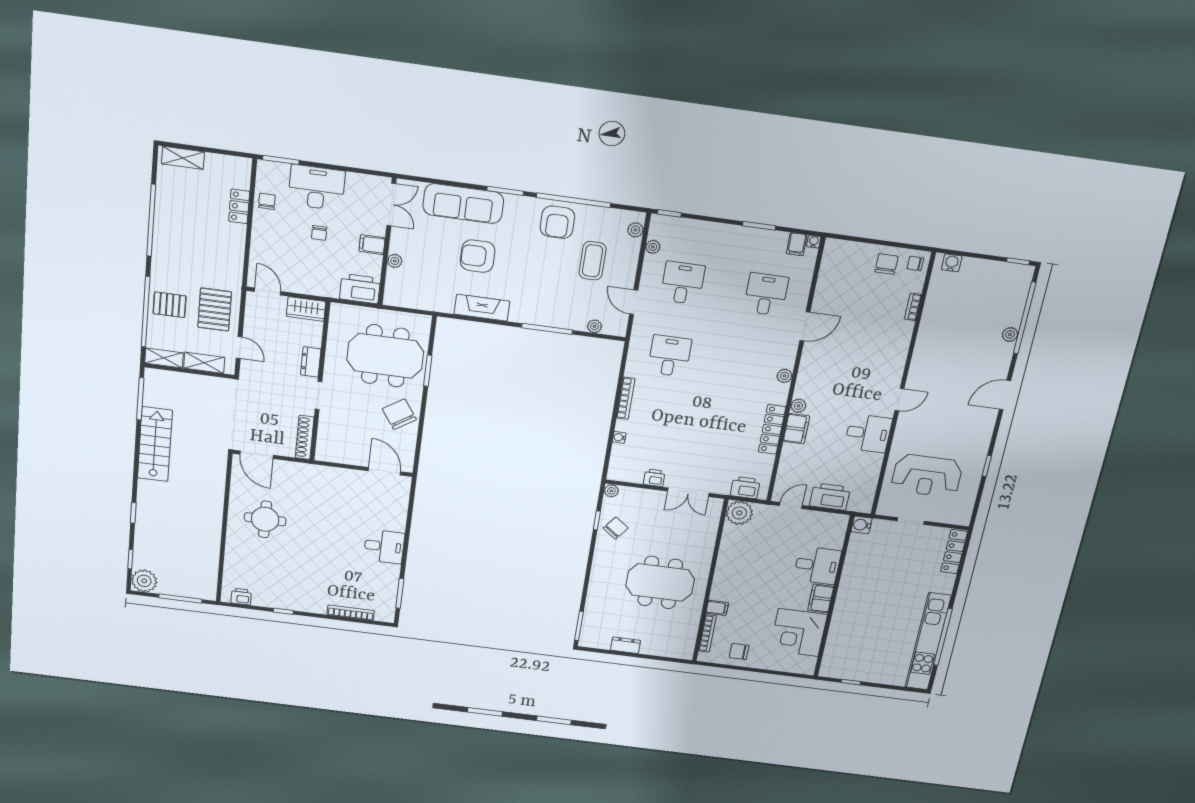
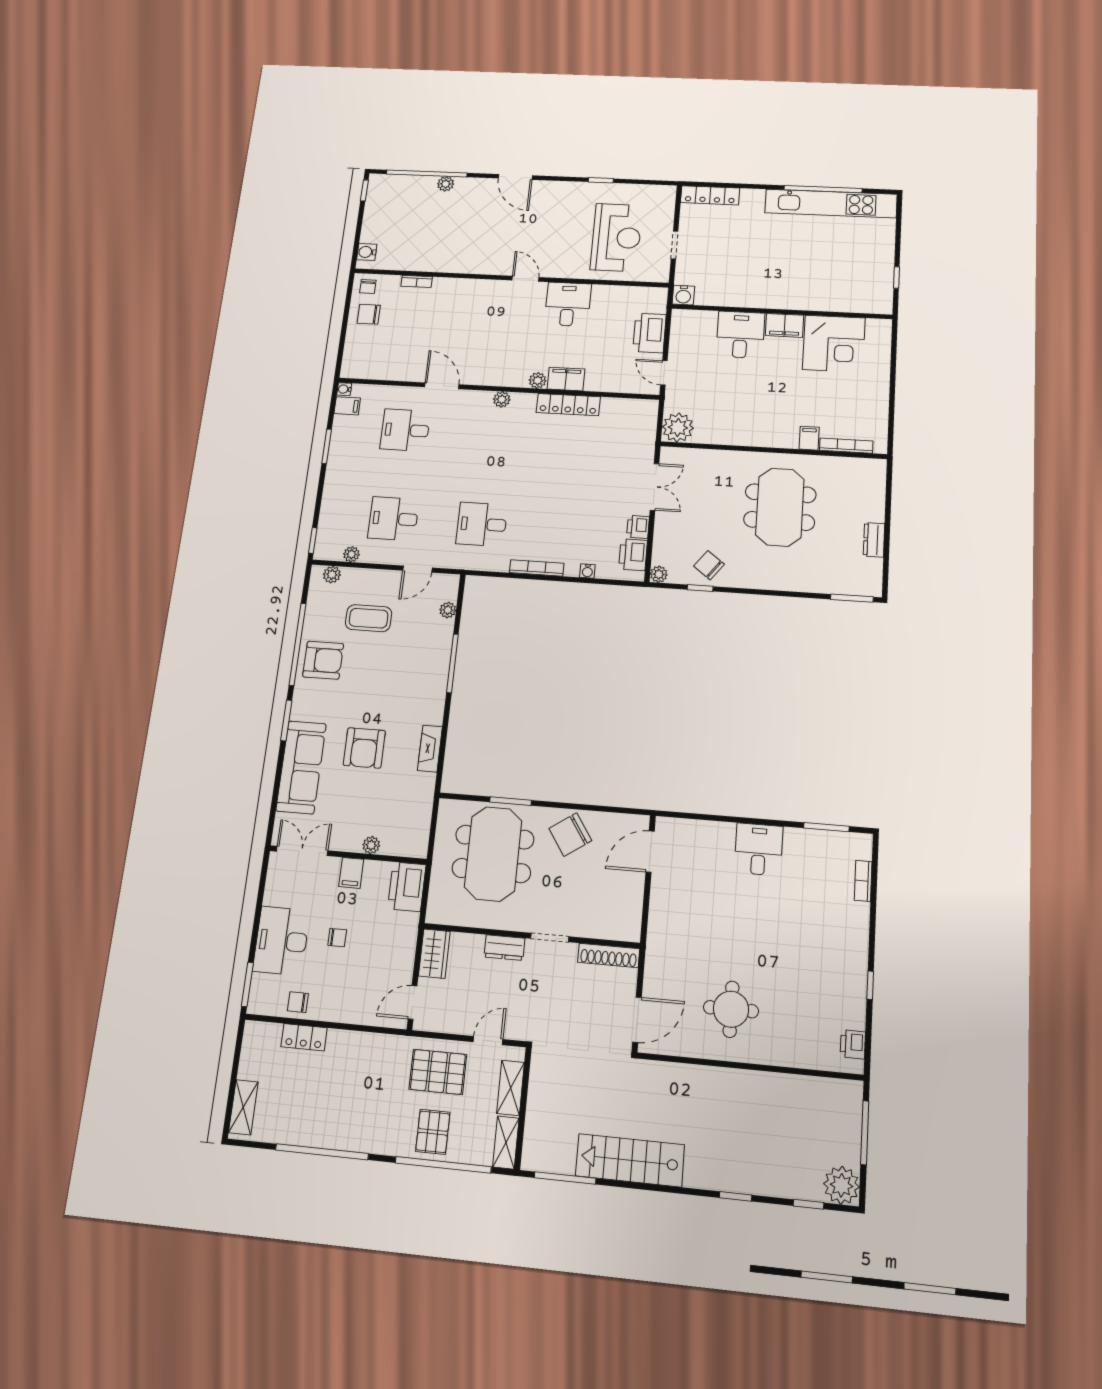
fireplace: (482, 308) -> (430, 749), width x0.73, depth x0.76
printer: (745, 488) -> (633, 555), moved
bookcase: (351, 613) -> (863, 881), width x0.64
chair: (739, 651) -> (868, 407), removed

